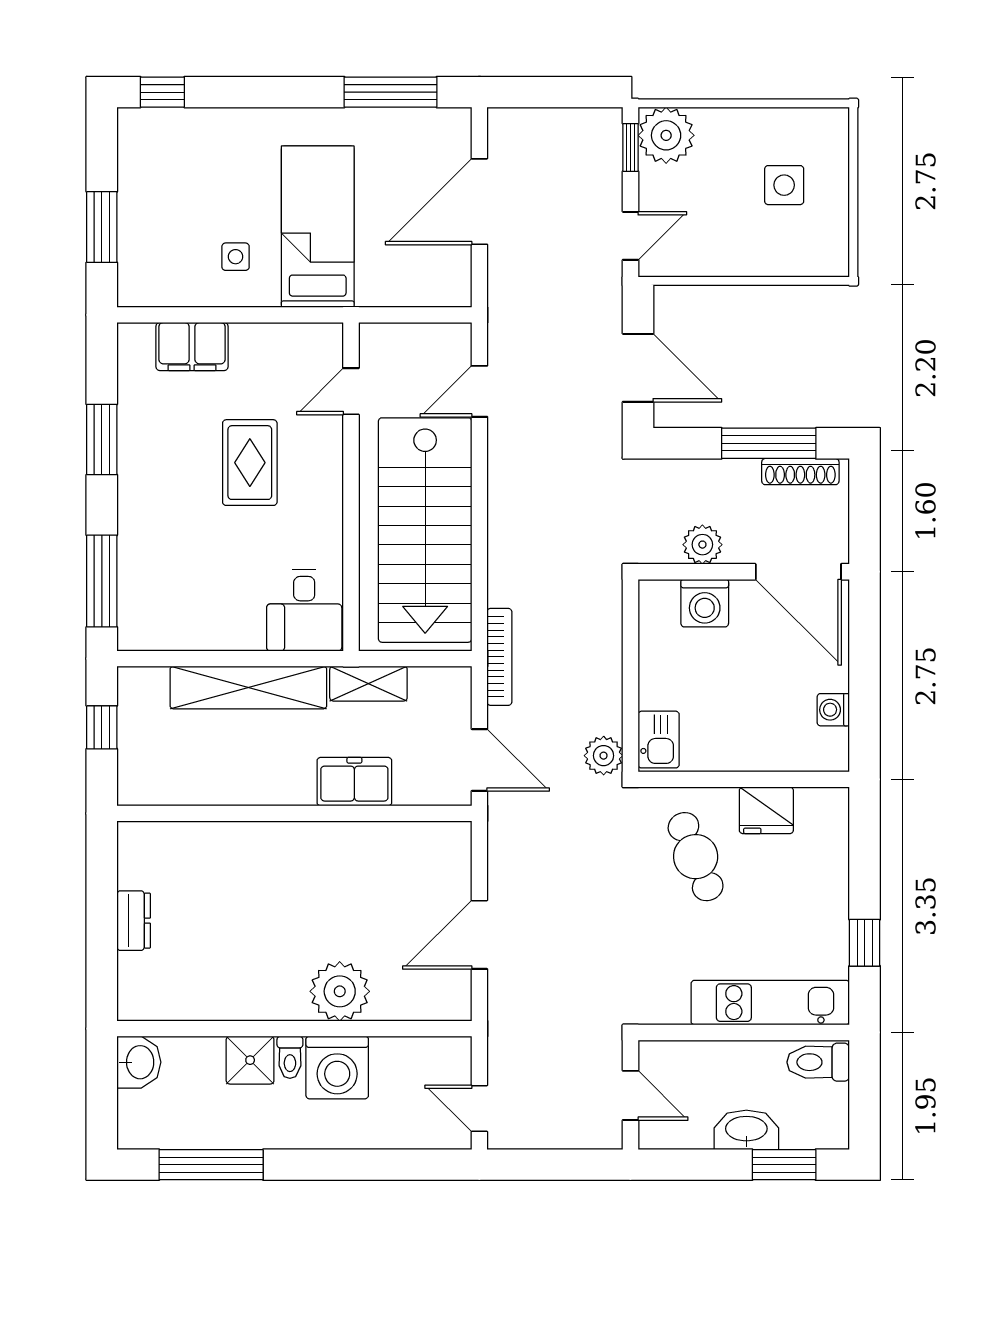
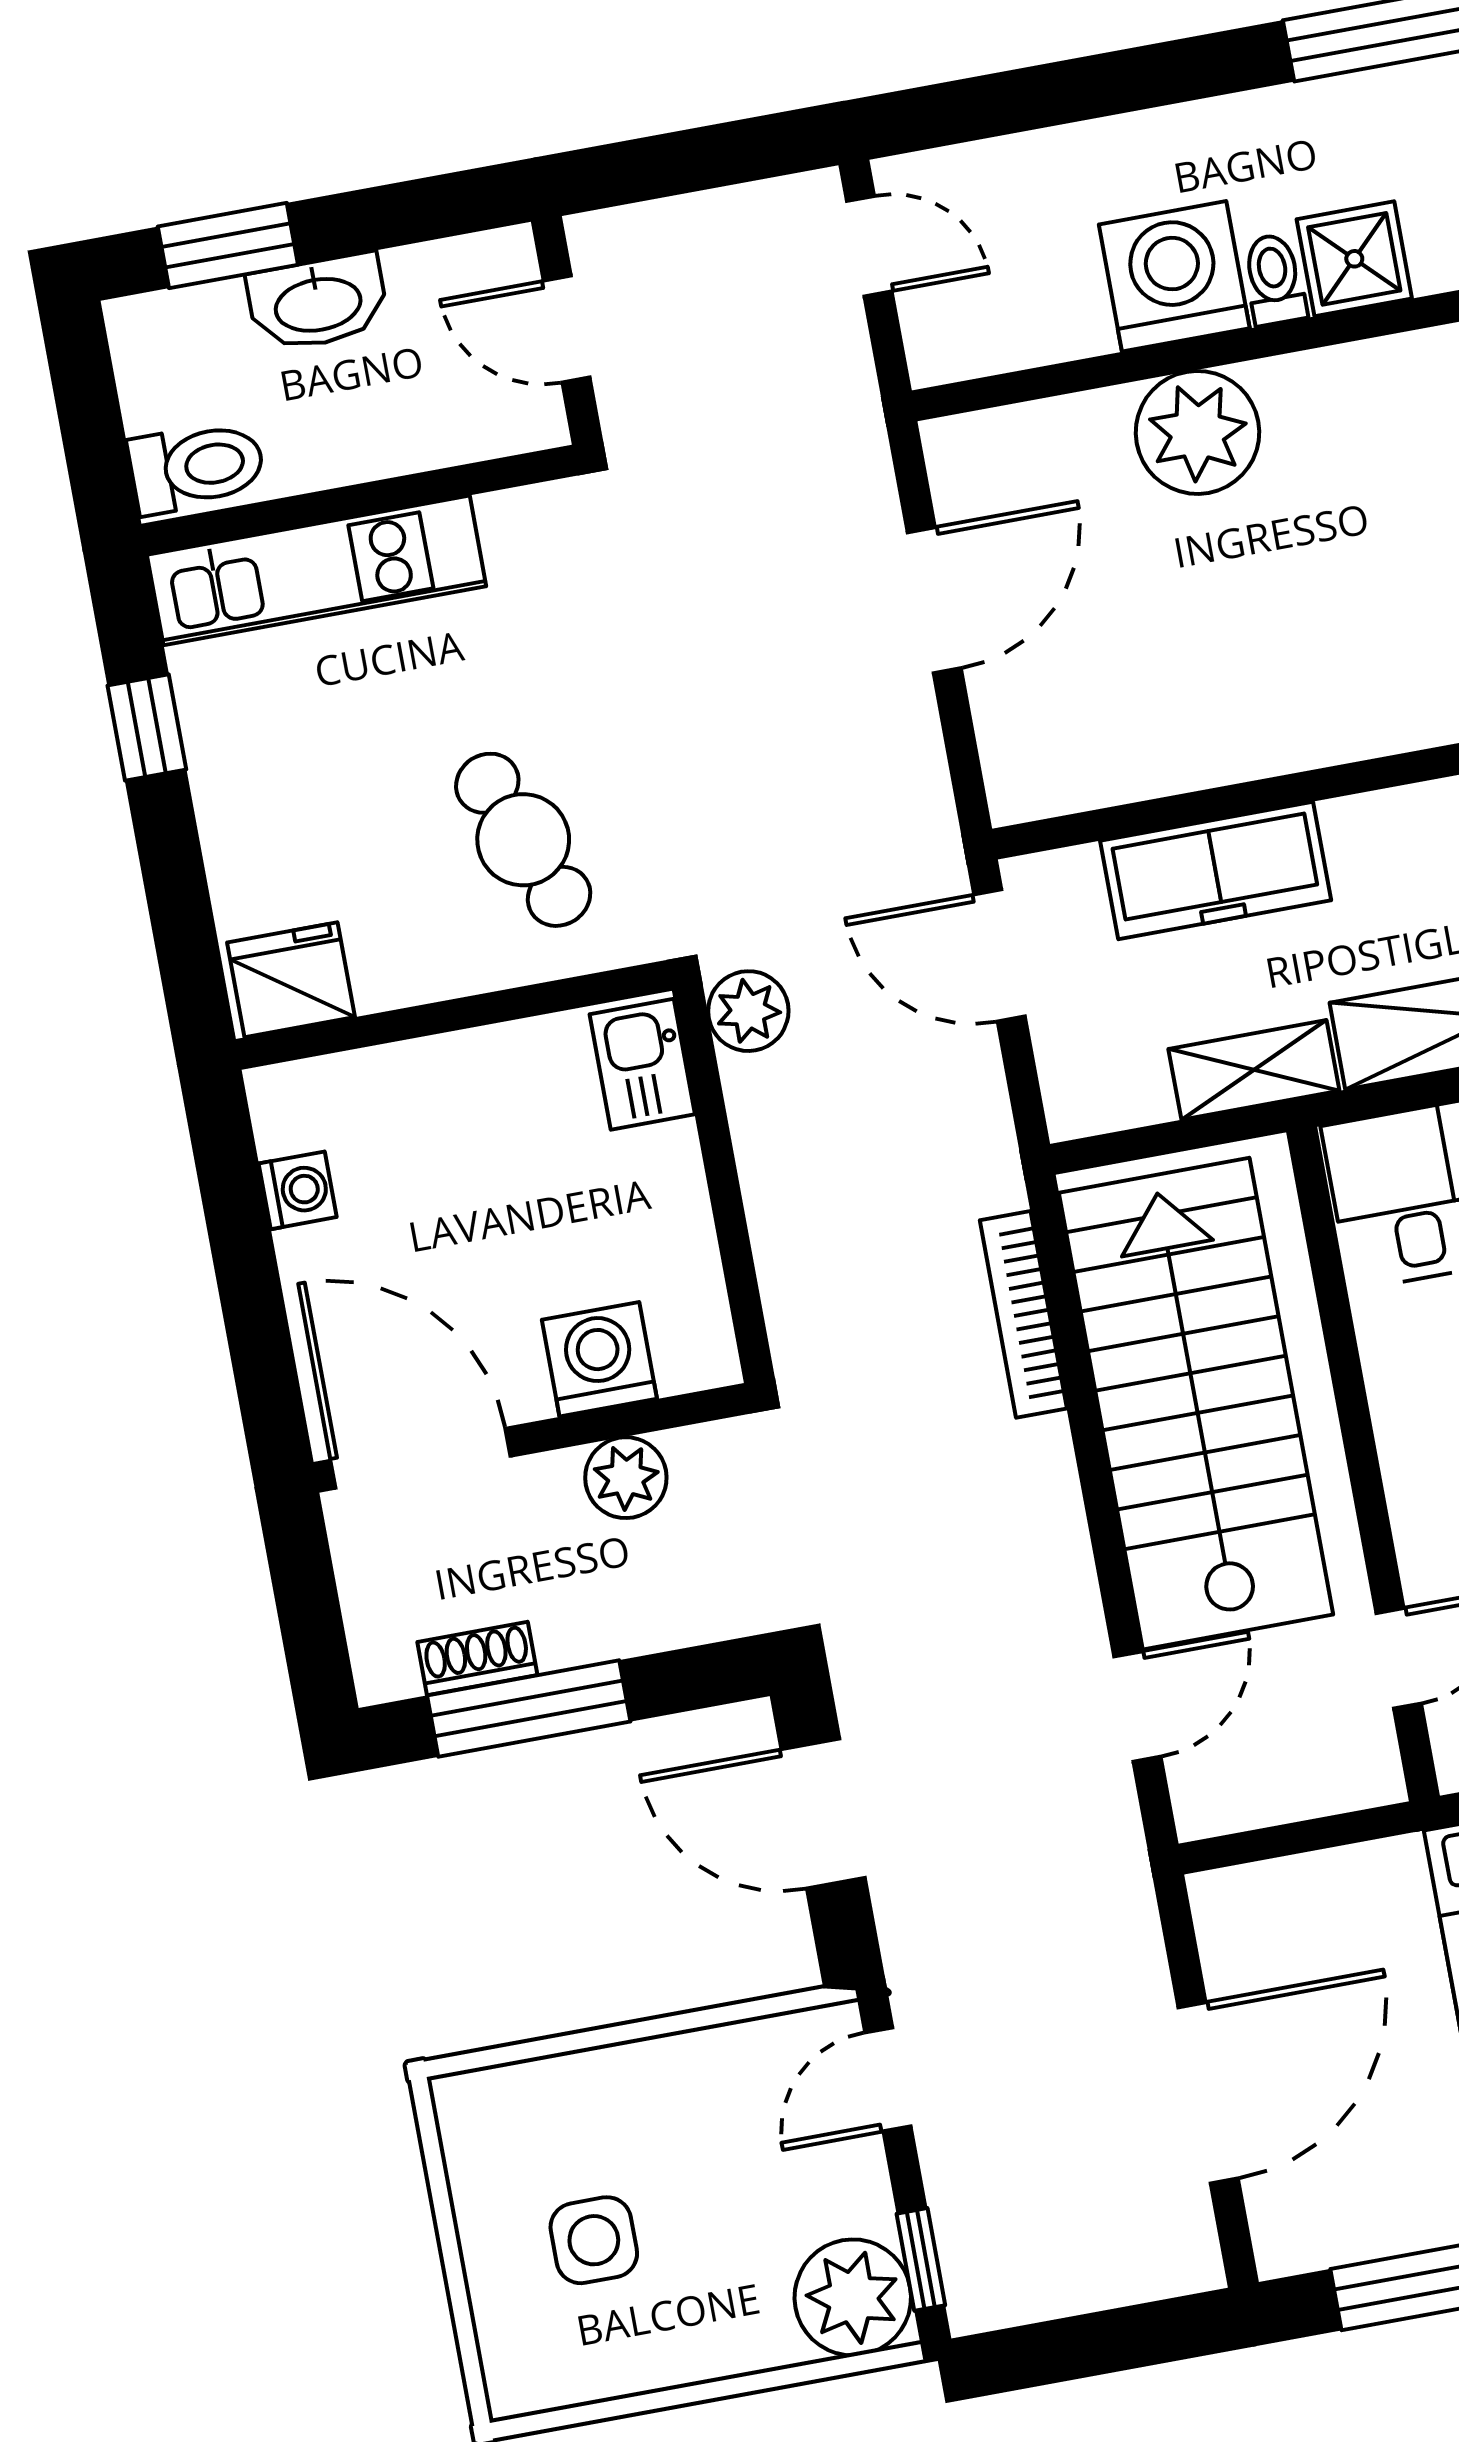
shoe rack: (800, 472) -> (477, 1659), width x0.70
bookcase: (499, 657) -> (1023, 1314), moved
freezer: (354, 782) -> (1216, 871), width x1.40
fridge: (766, 810) -> (291, 980), moved

